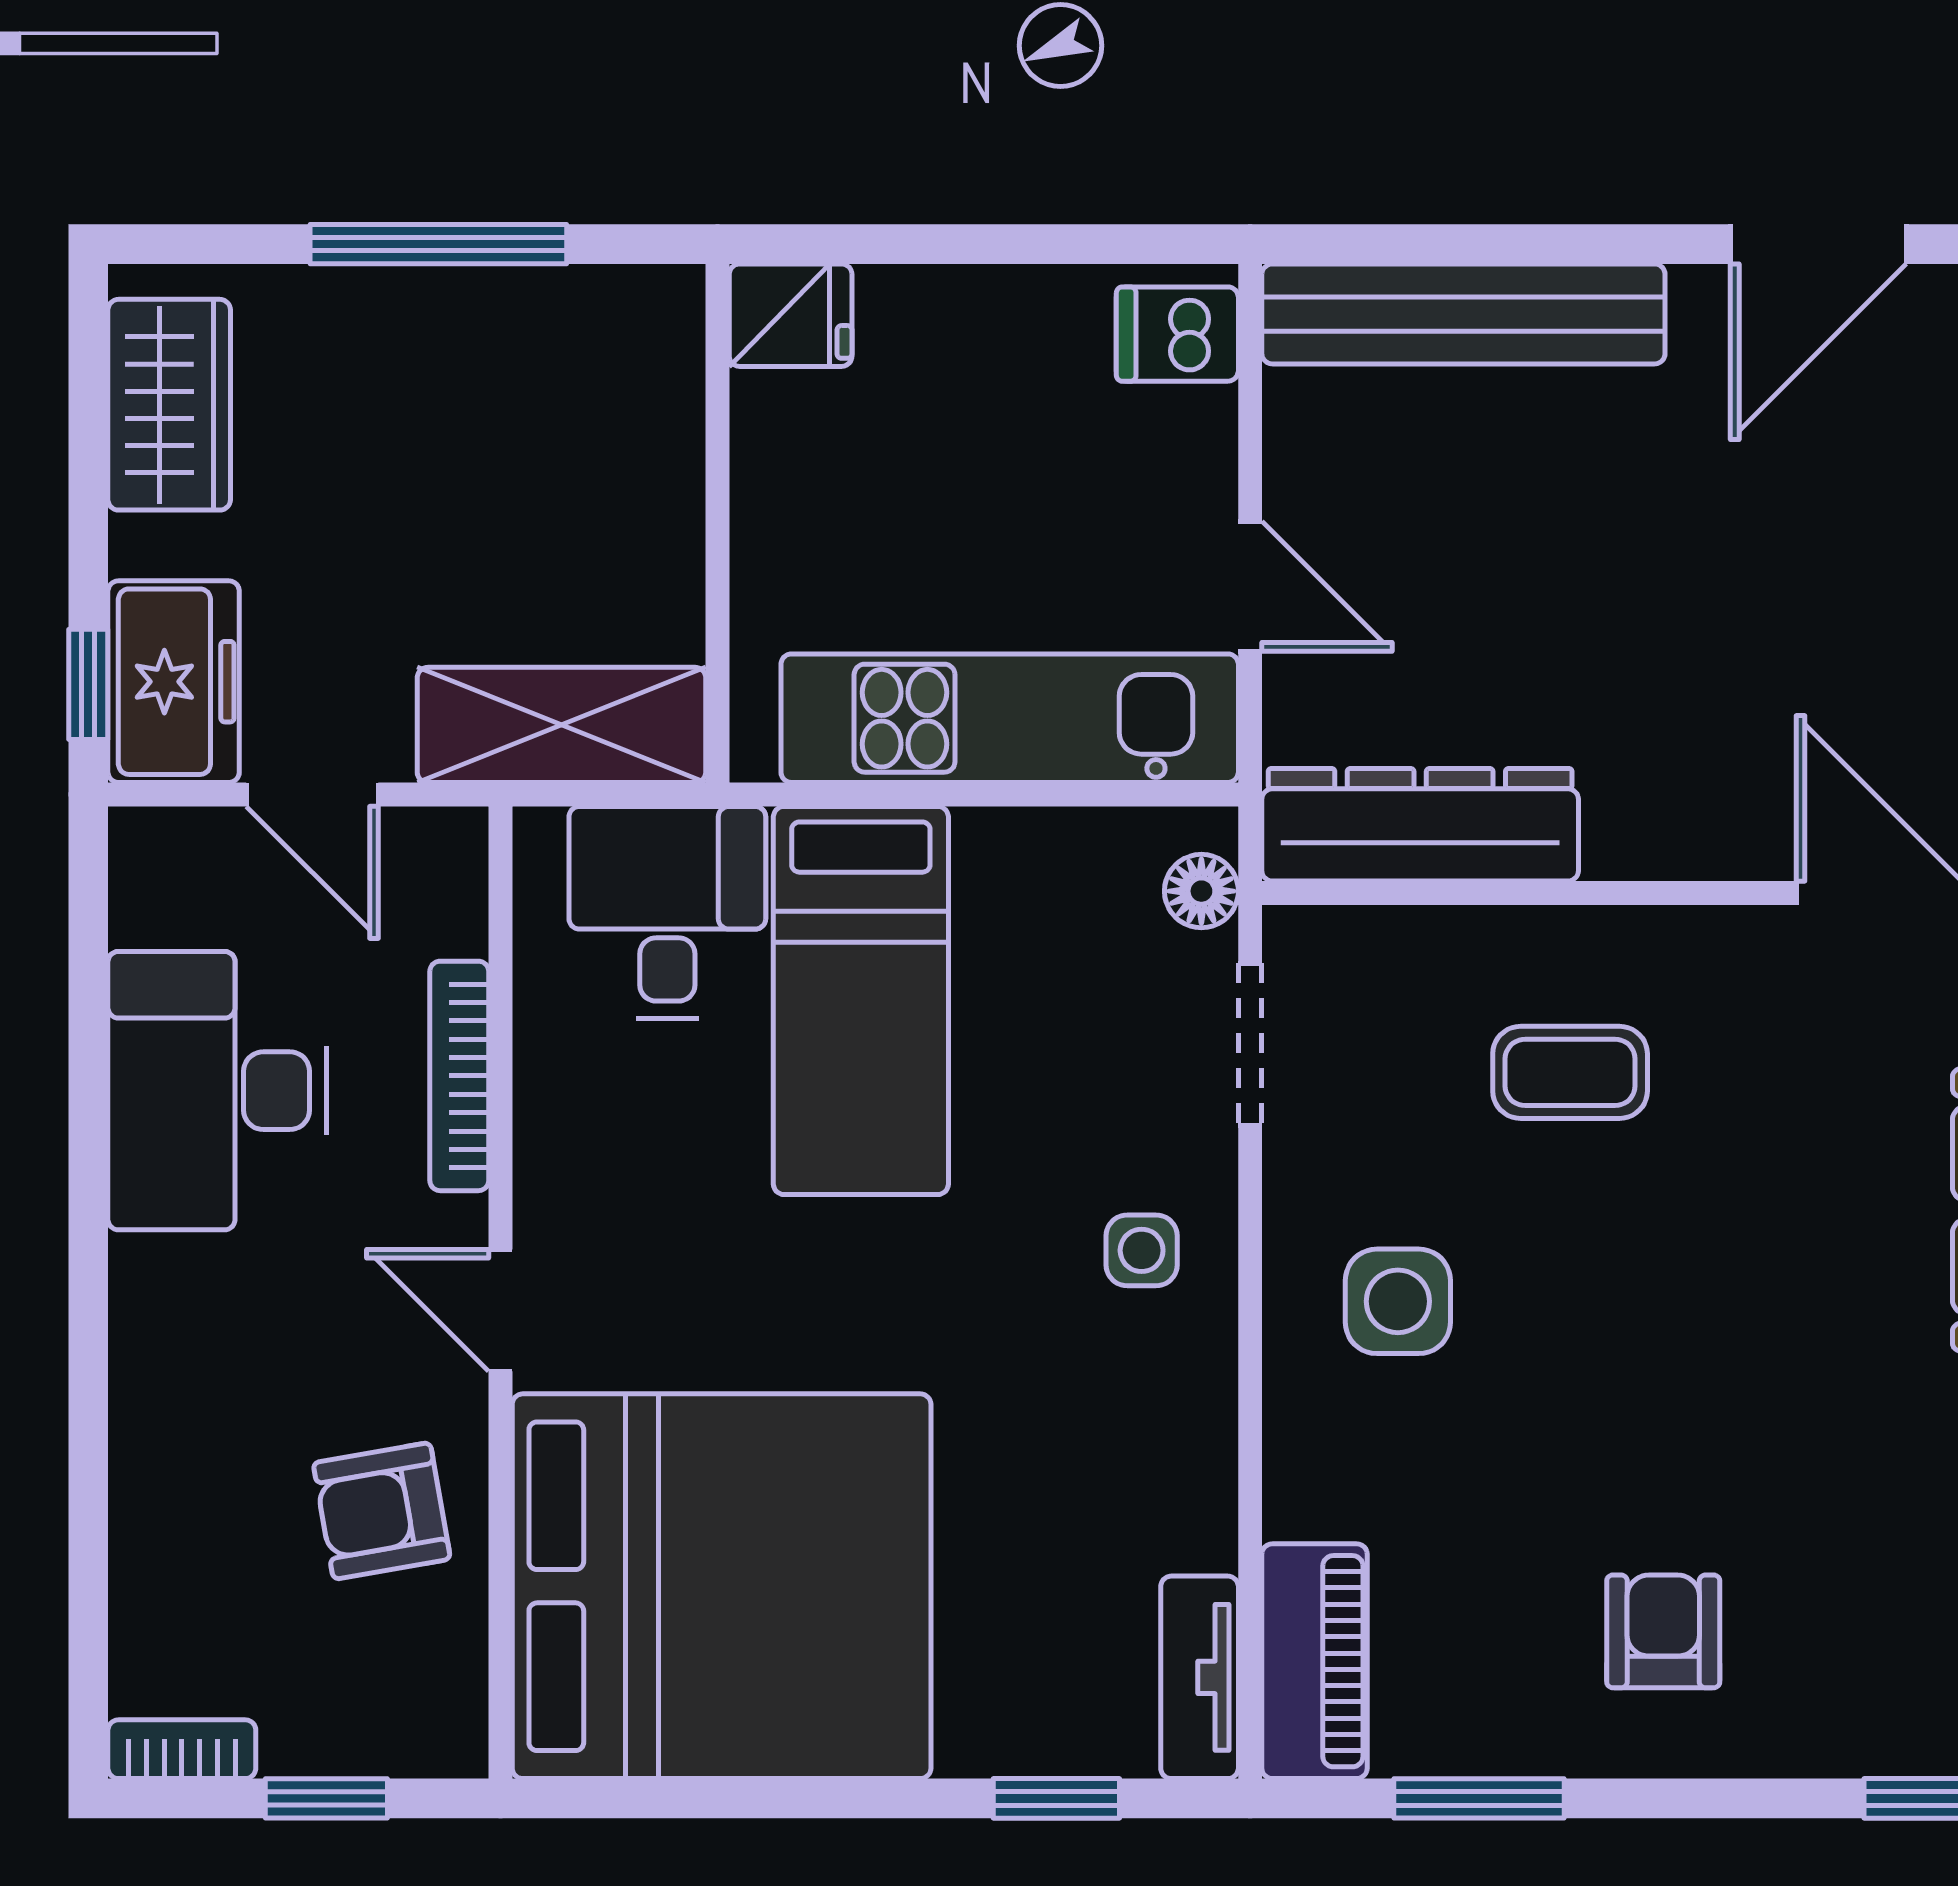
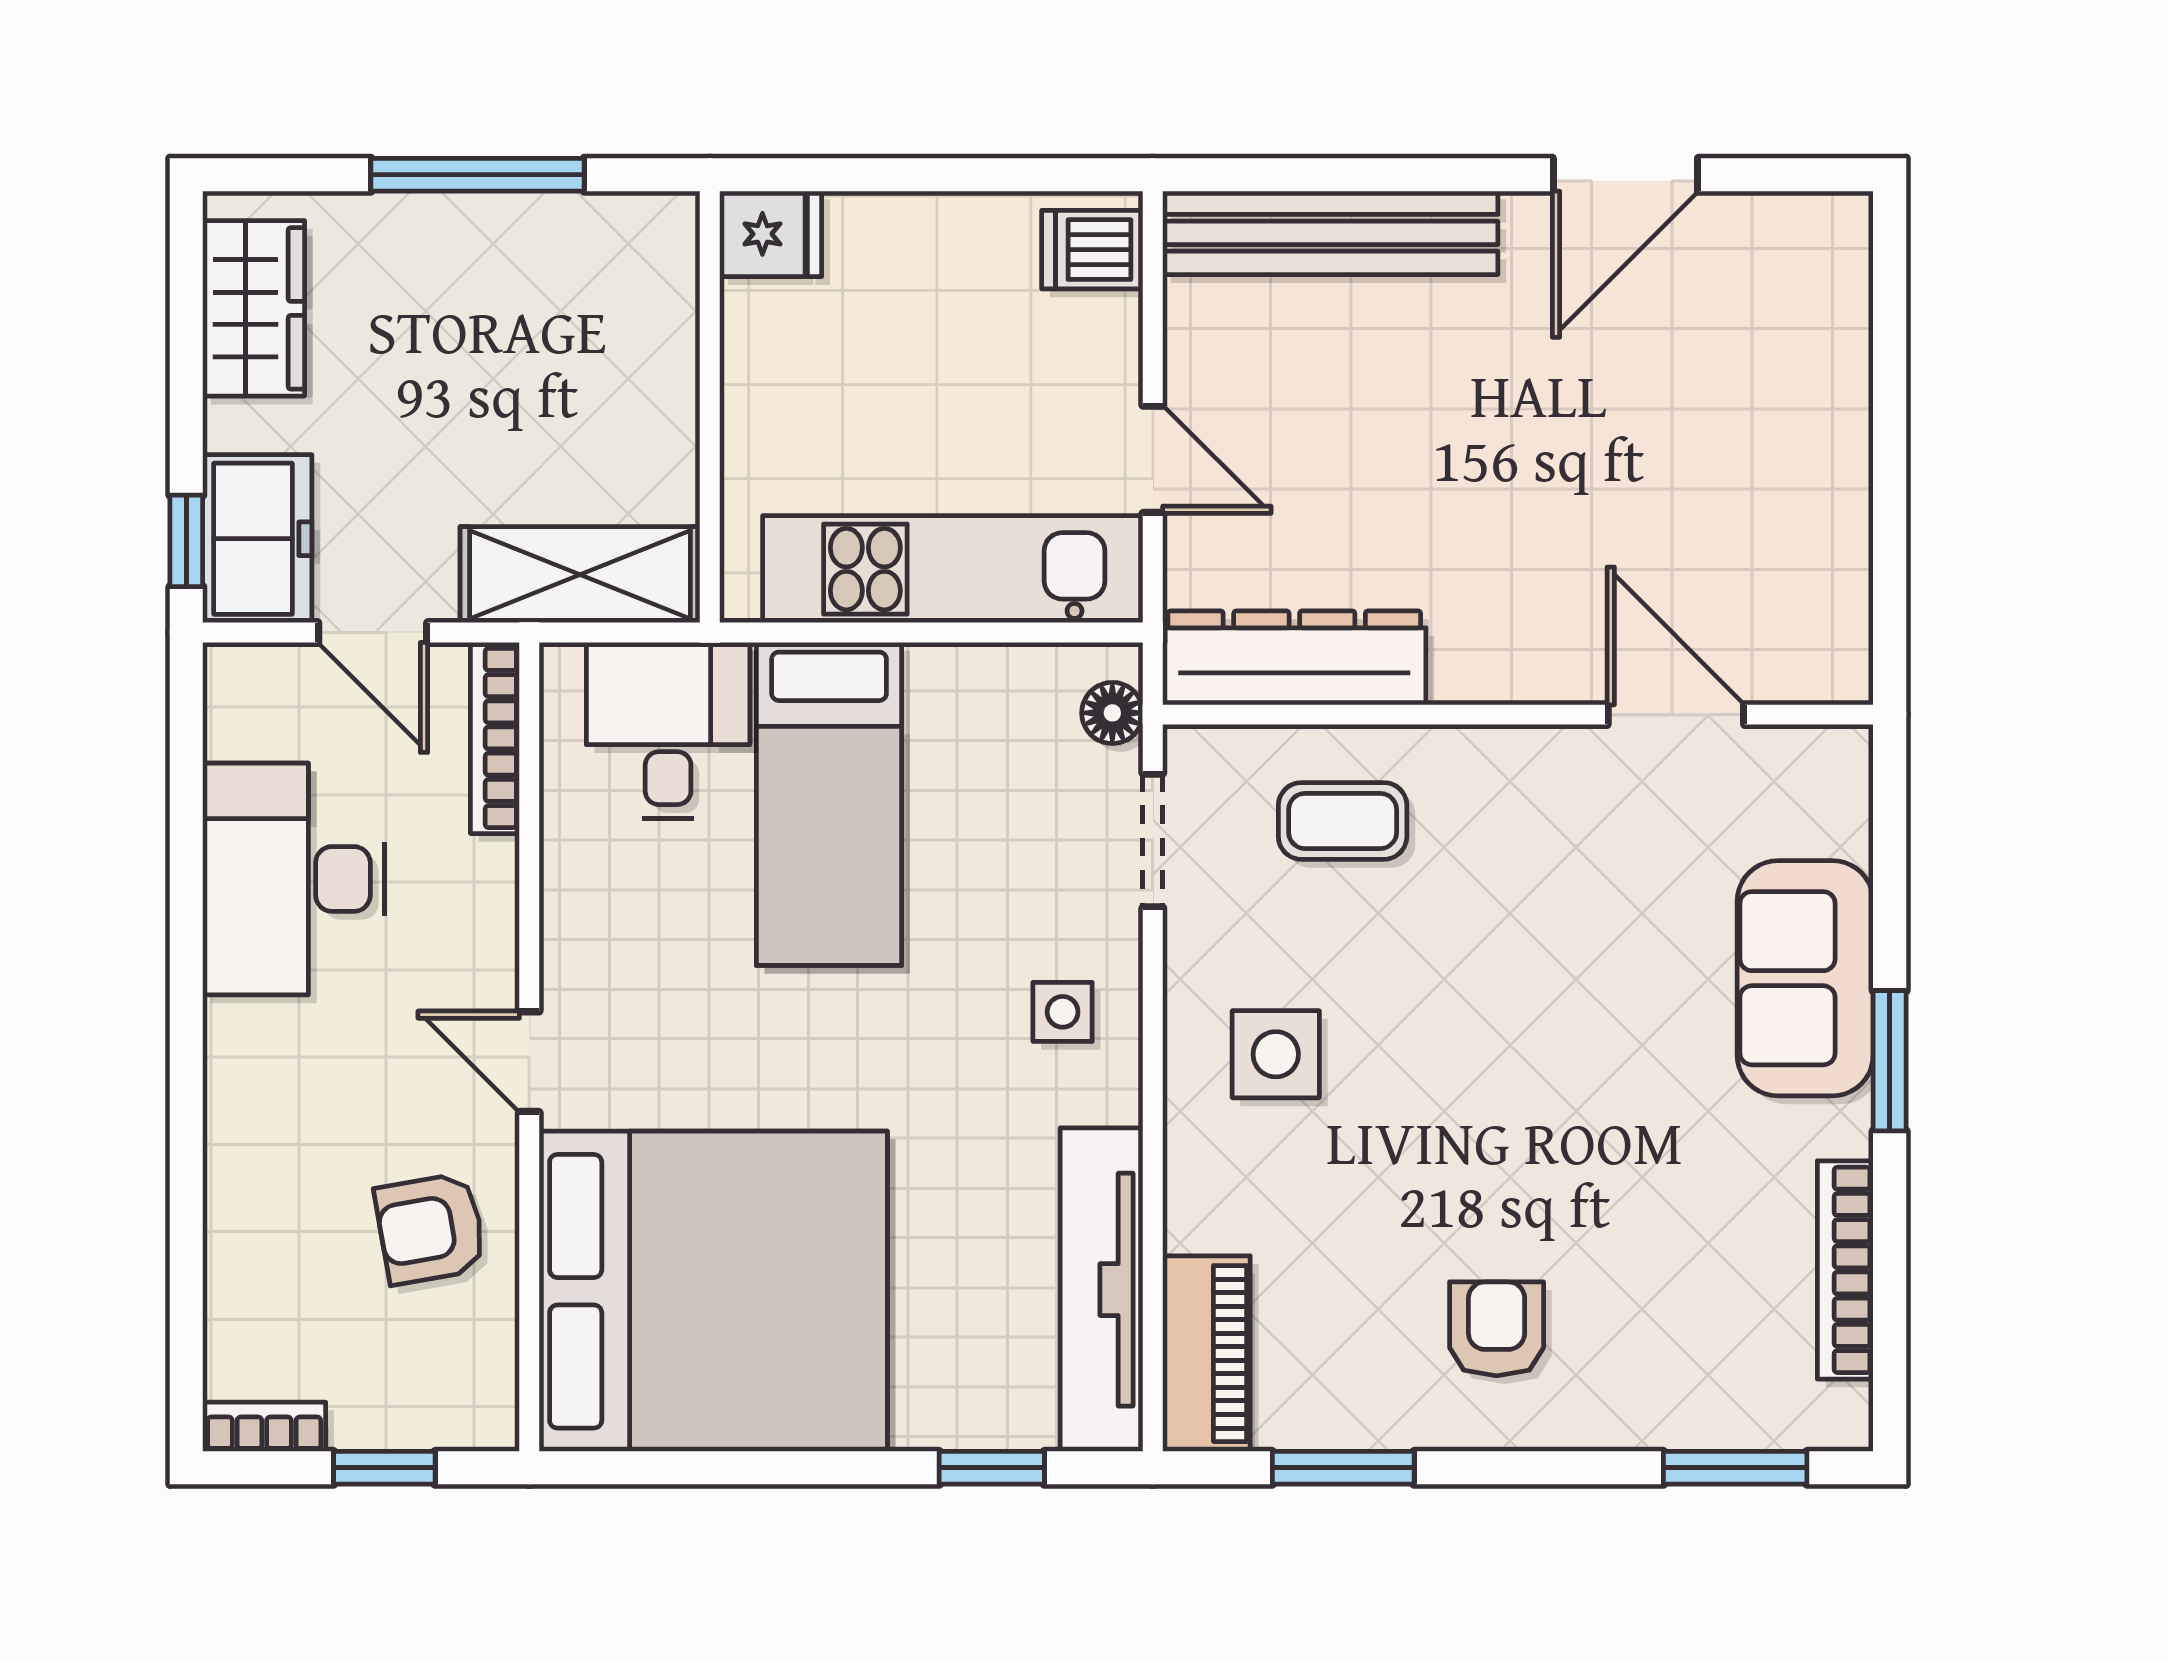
coffee table: (1570, 1072) -> (1343, 821), moved
bookcase: (459, 1076) -> (495, 738), moved
tv unit: (1200, 1677) -> (1102, 1290), width x1.92, depth x1.29

